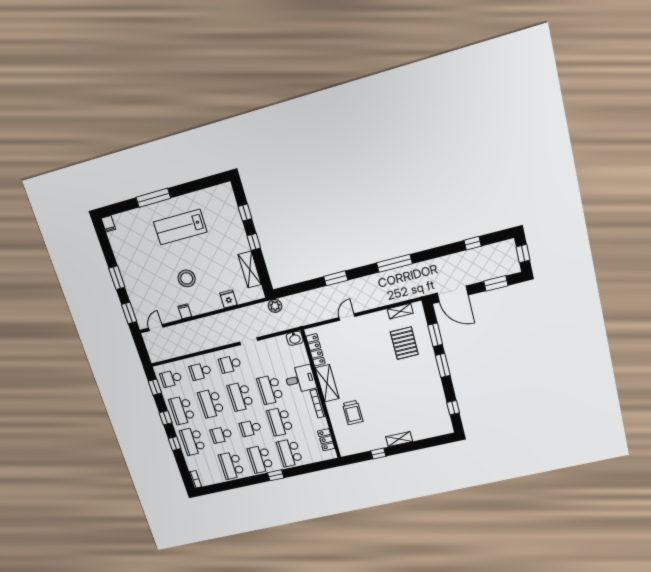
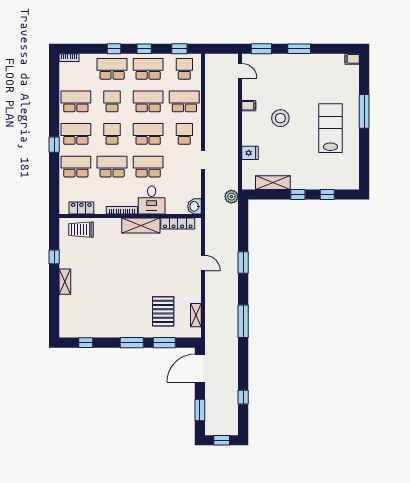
pallet: (404, 343) -> (163, 311), turned 90
school desk: (200, 371) -> (184, 101), width x1.85
trolley: (353, 413) -> (81, 230), moved

